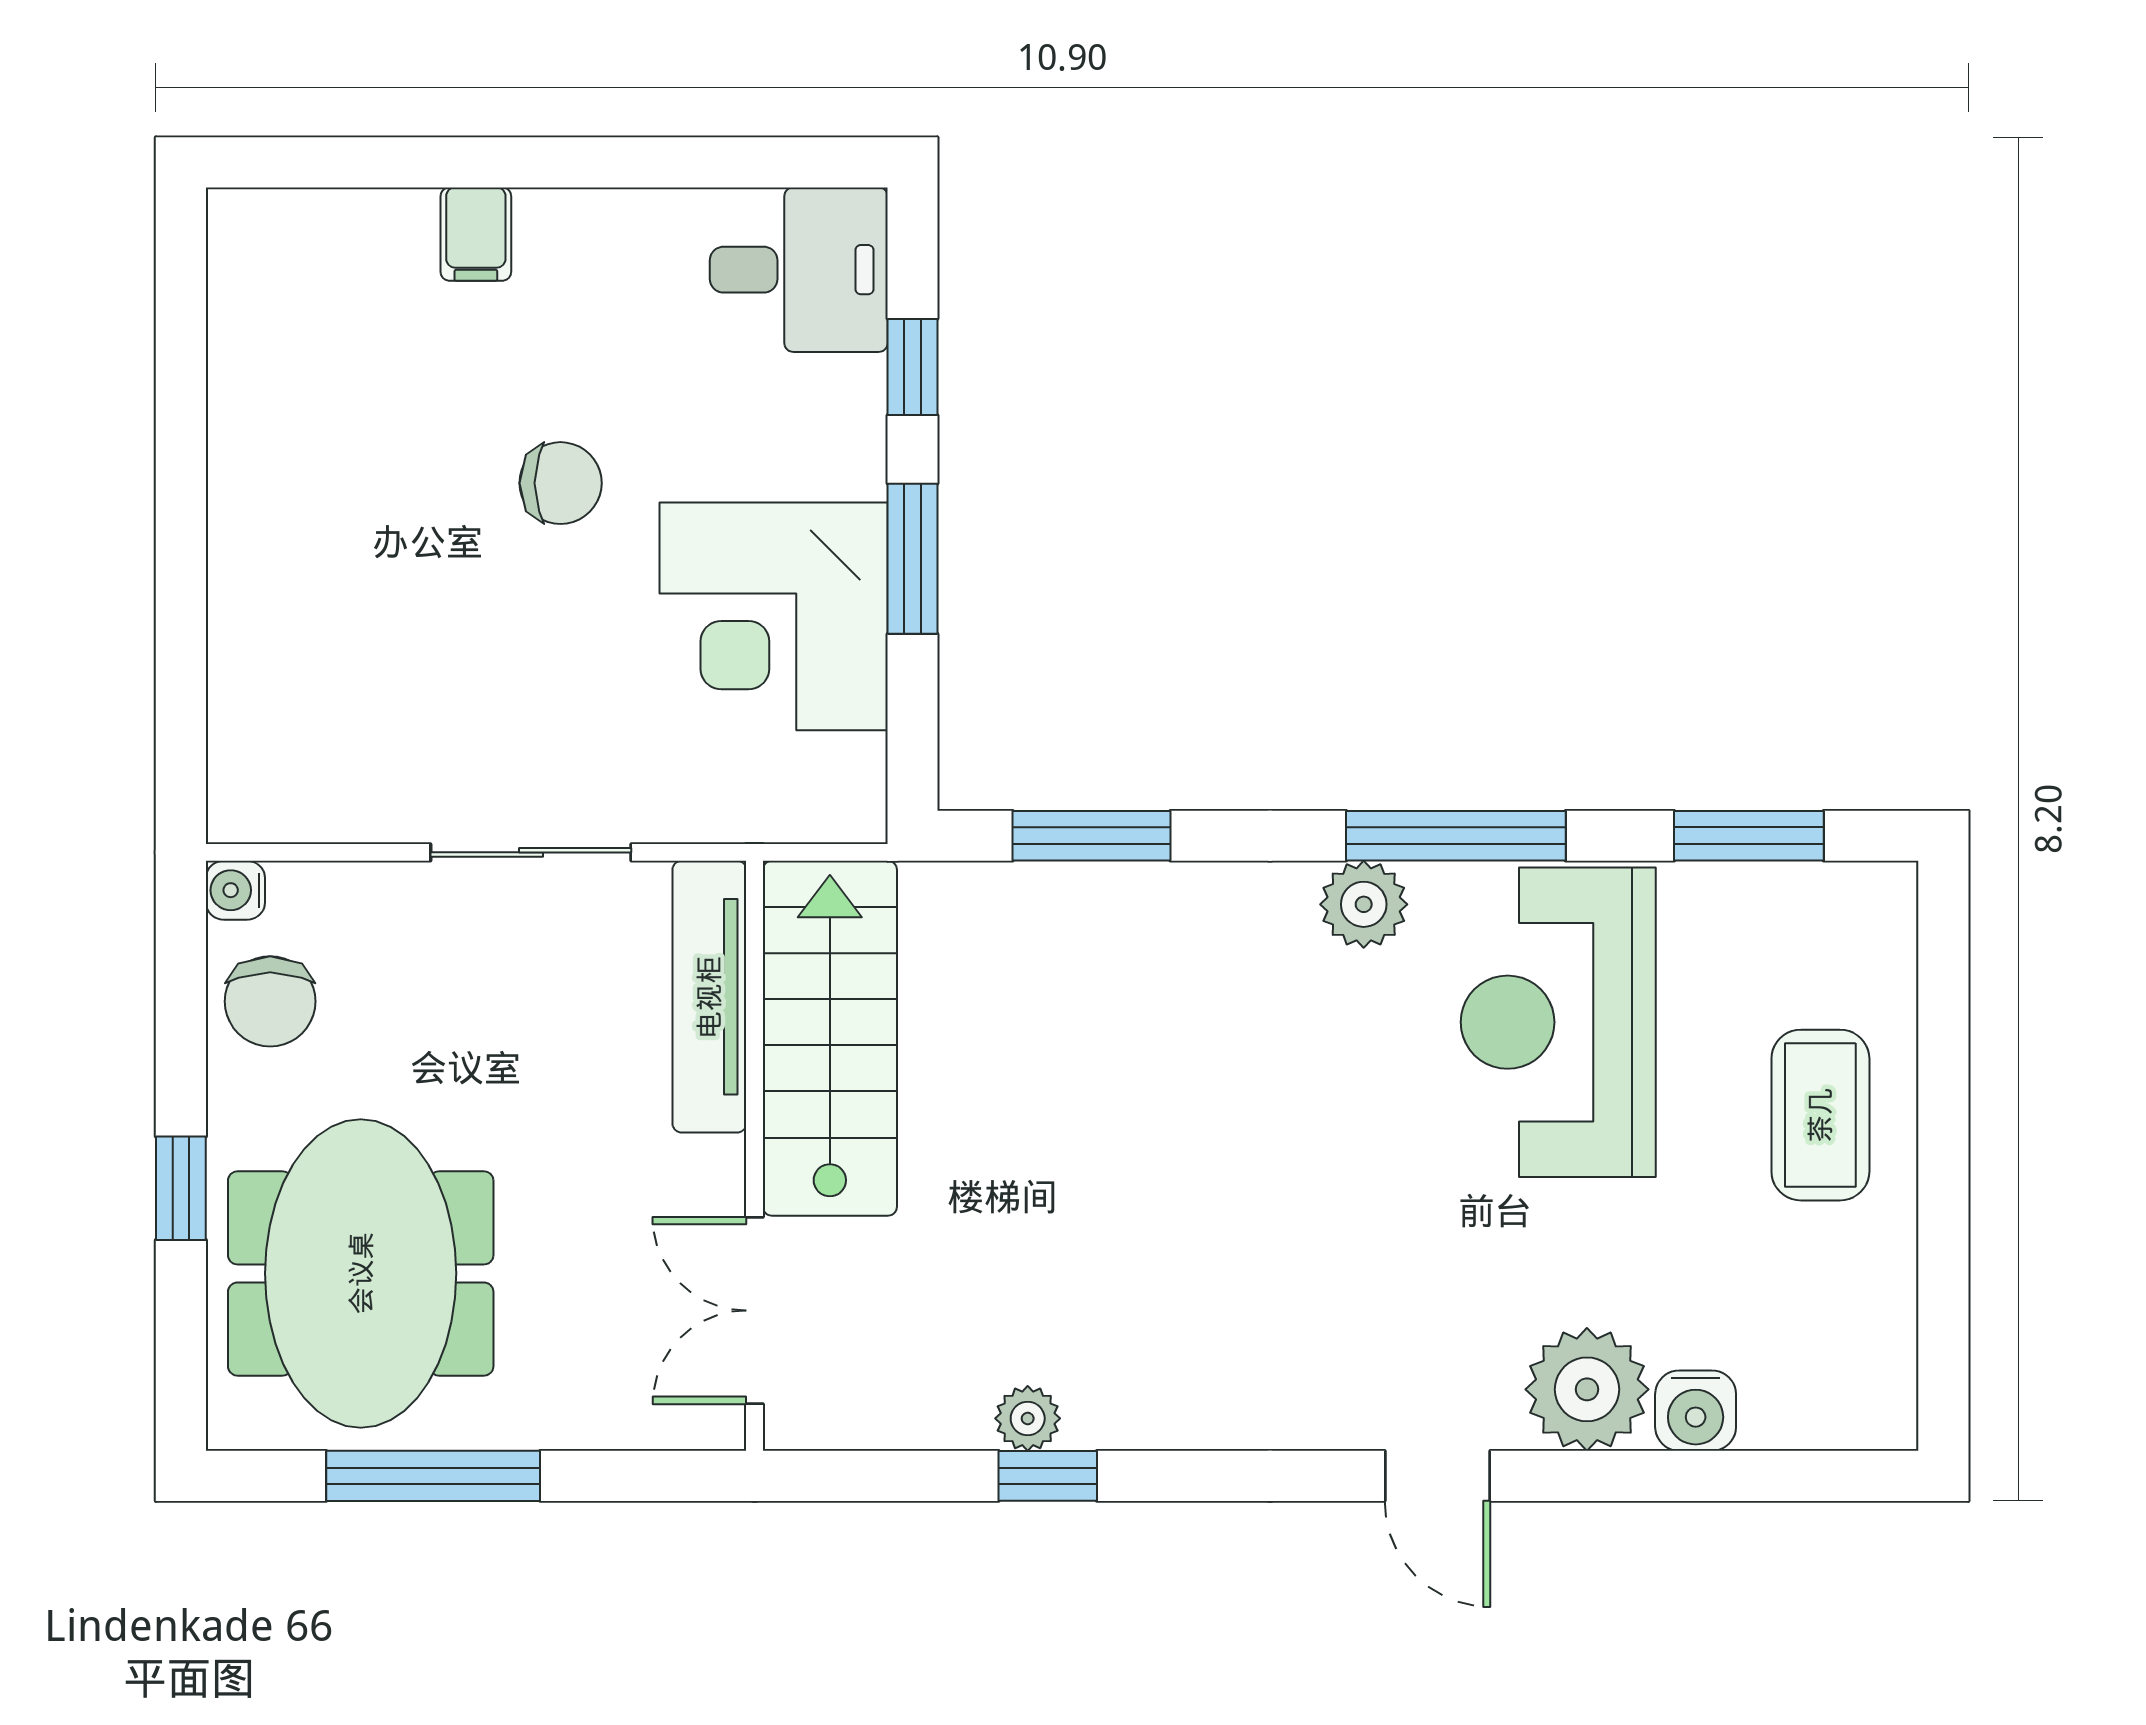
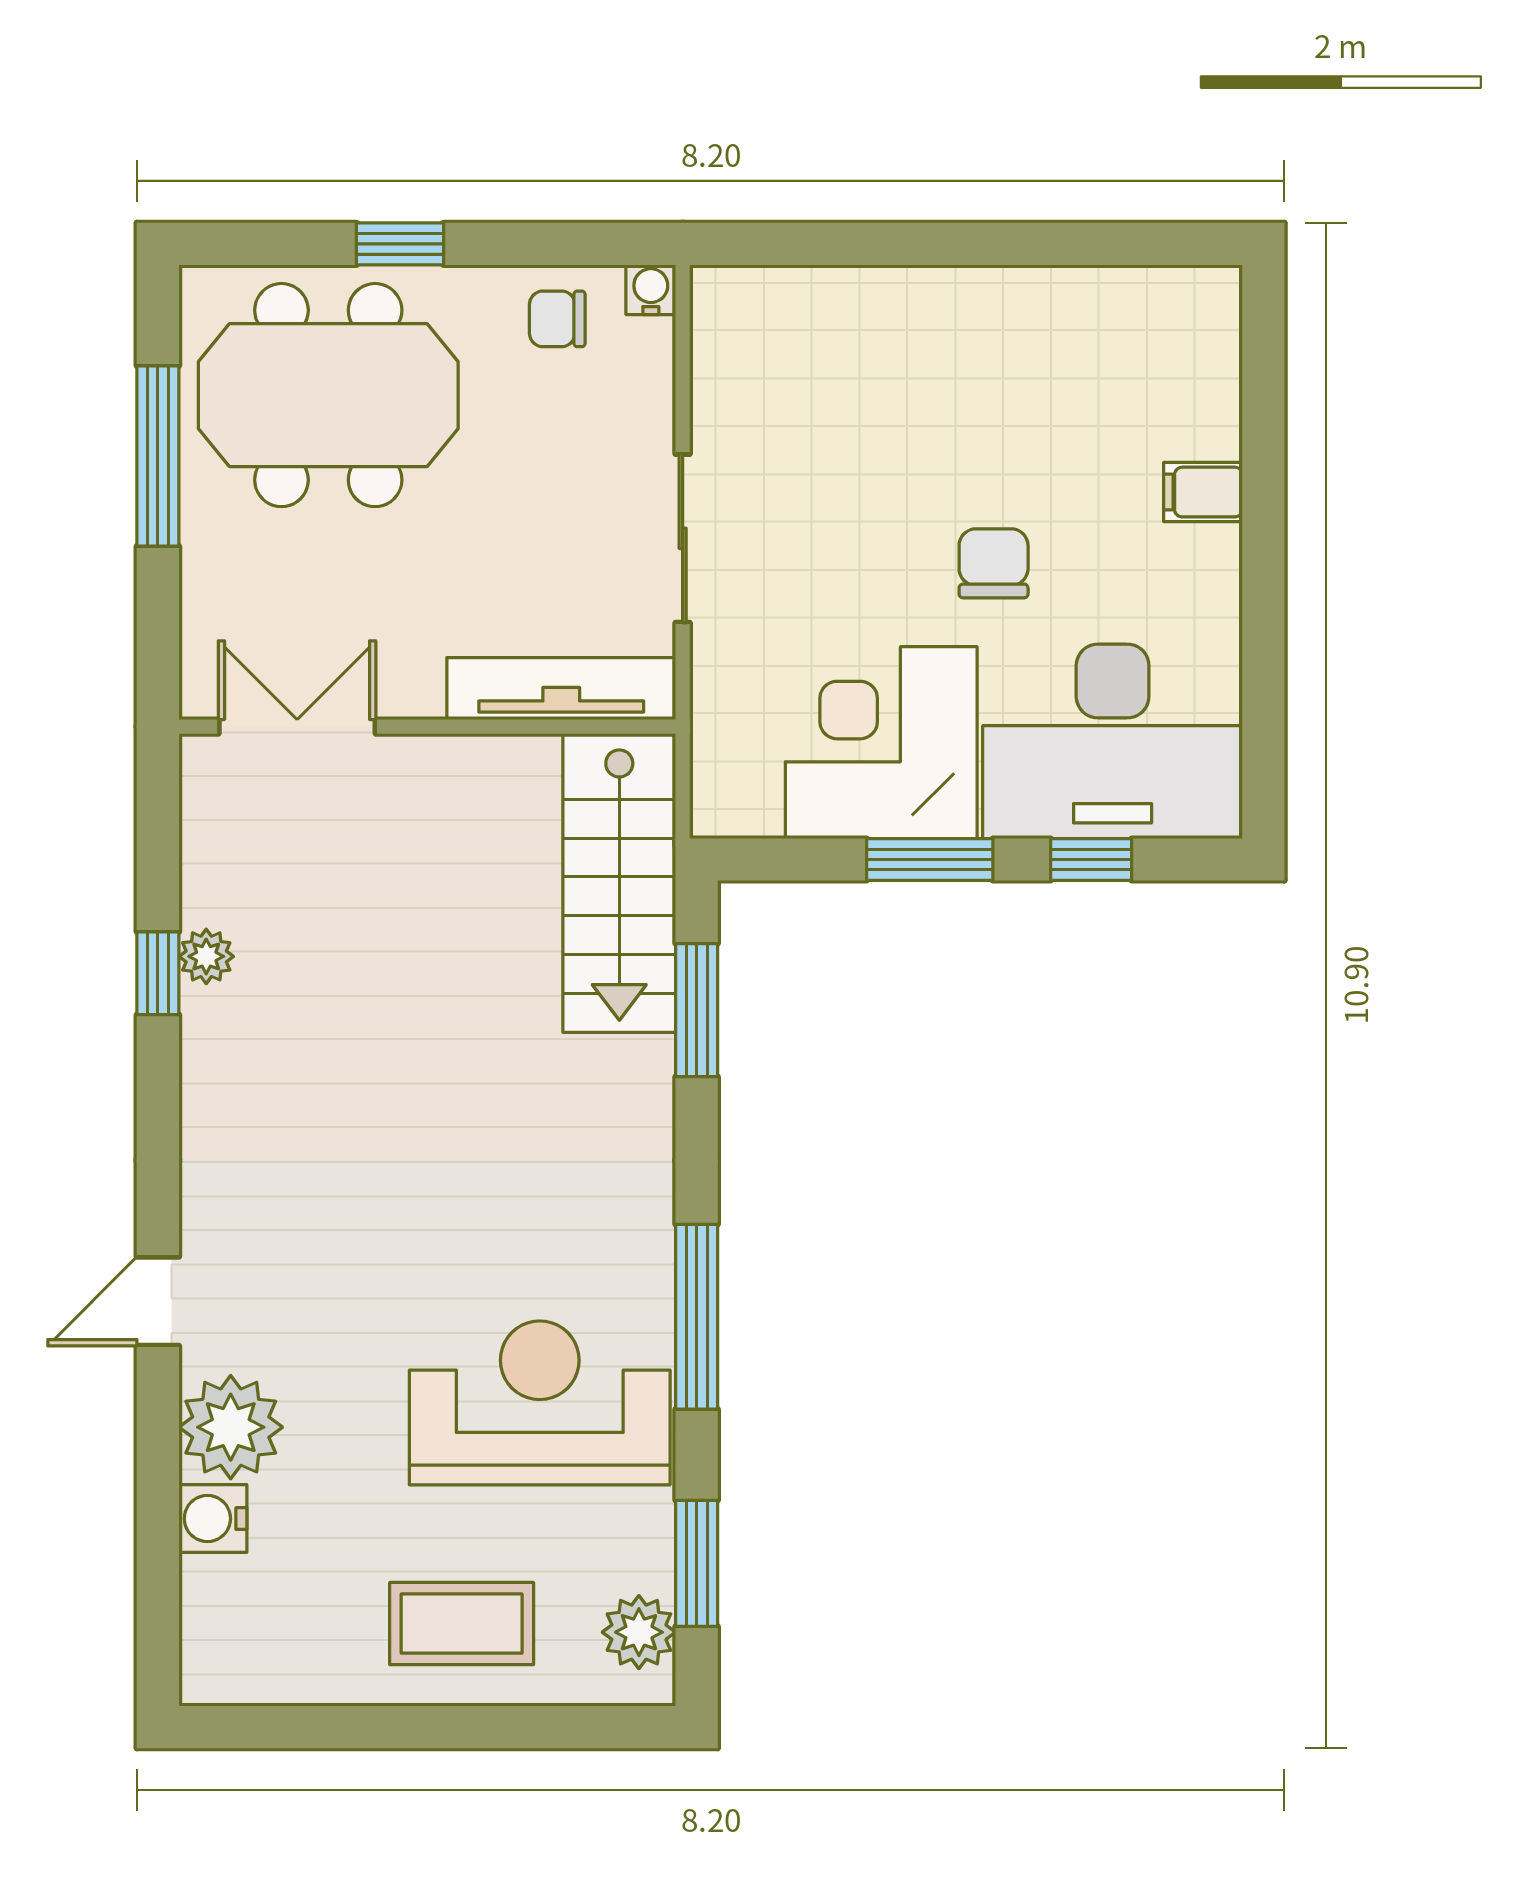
desk: (799, 270) -> (1113, 741), width x1.87, depth x1.30
chair: (561, 483) -> (994, 563), turned 180
plant: (1364, 904) -> (639, 1632), moved
chair: (270, 1001) -> (557, 319), width x0.73, depth x0.73
stairs: (830, 1038) -> (619, 883), moved, turned 90

